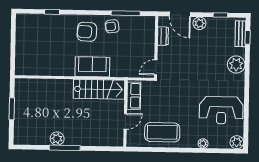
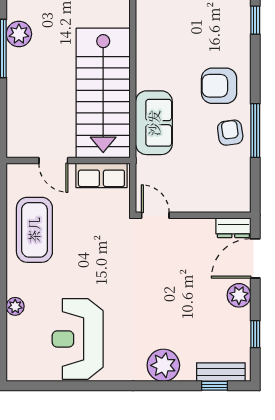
window: (126, 13) -> (255, 131), moved
armchair: (87, 32) -> (219, 86), turned -93
dresser: (163, 36) -> (233, 228), moved
sofa: (92, 67) -> (154, 123), moved
stairs: (99, 89) -> (103, 93), width x1.36, depth x1.51
plant: (237, 142) -> (18, 369), removed

